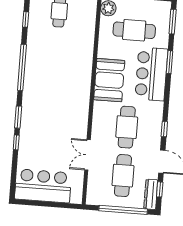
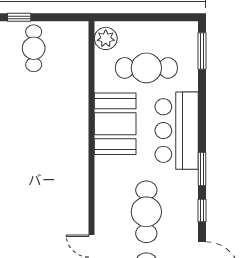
window: (169, 62) -> (202, 169), moved
booth: (109, 80) -> (115, 124), moved

